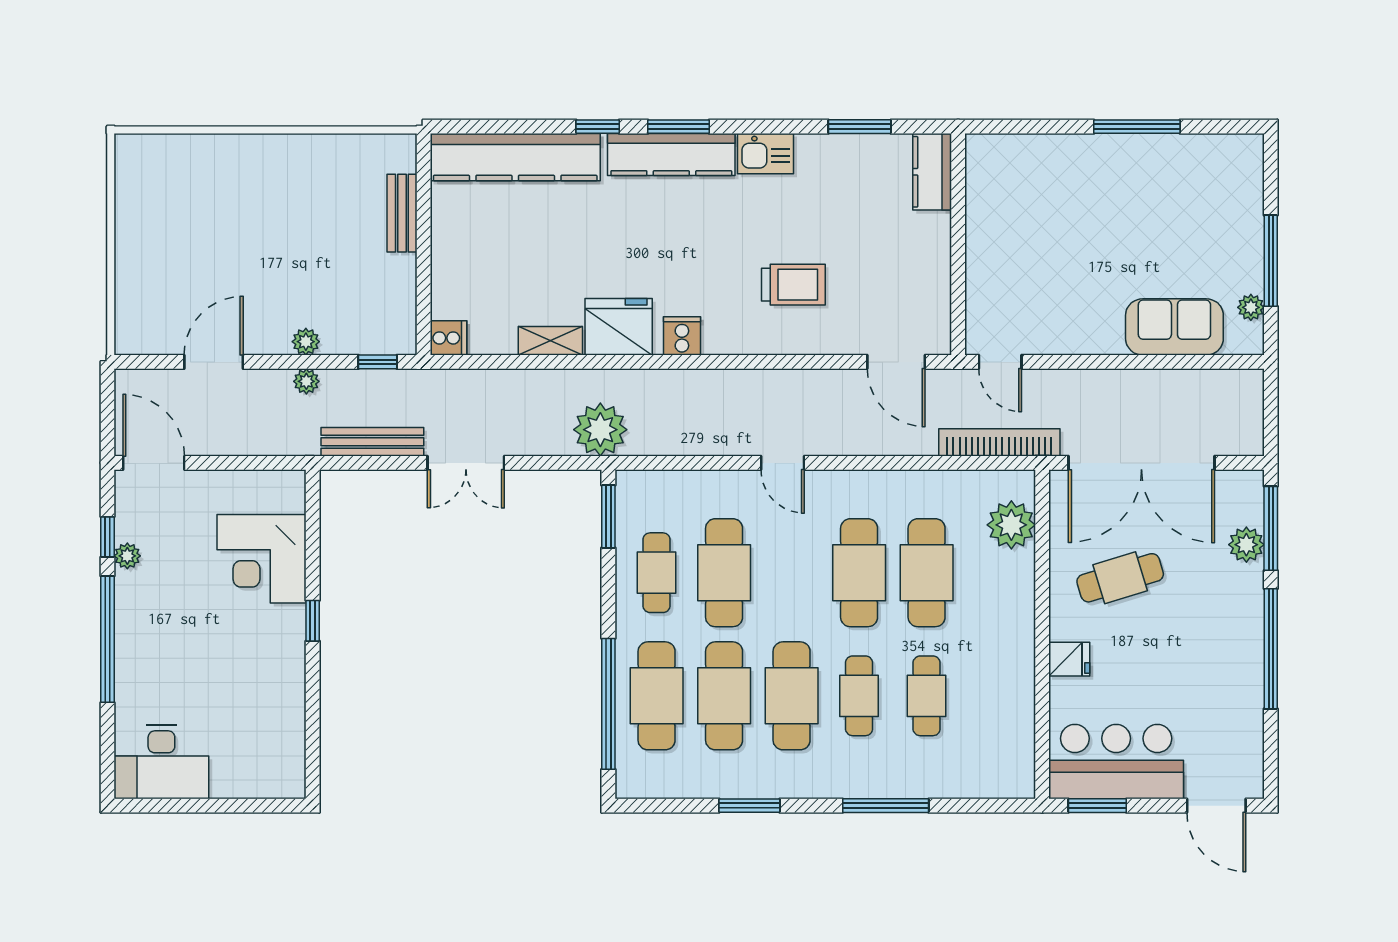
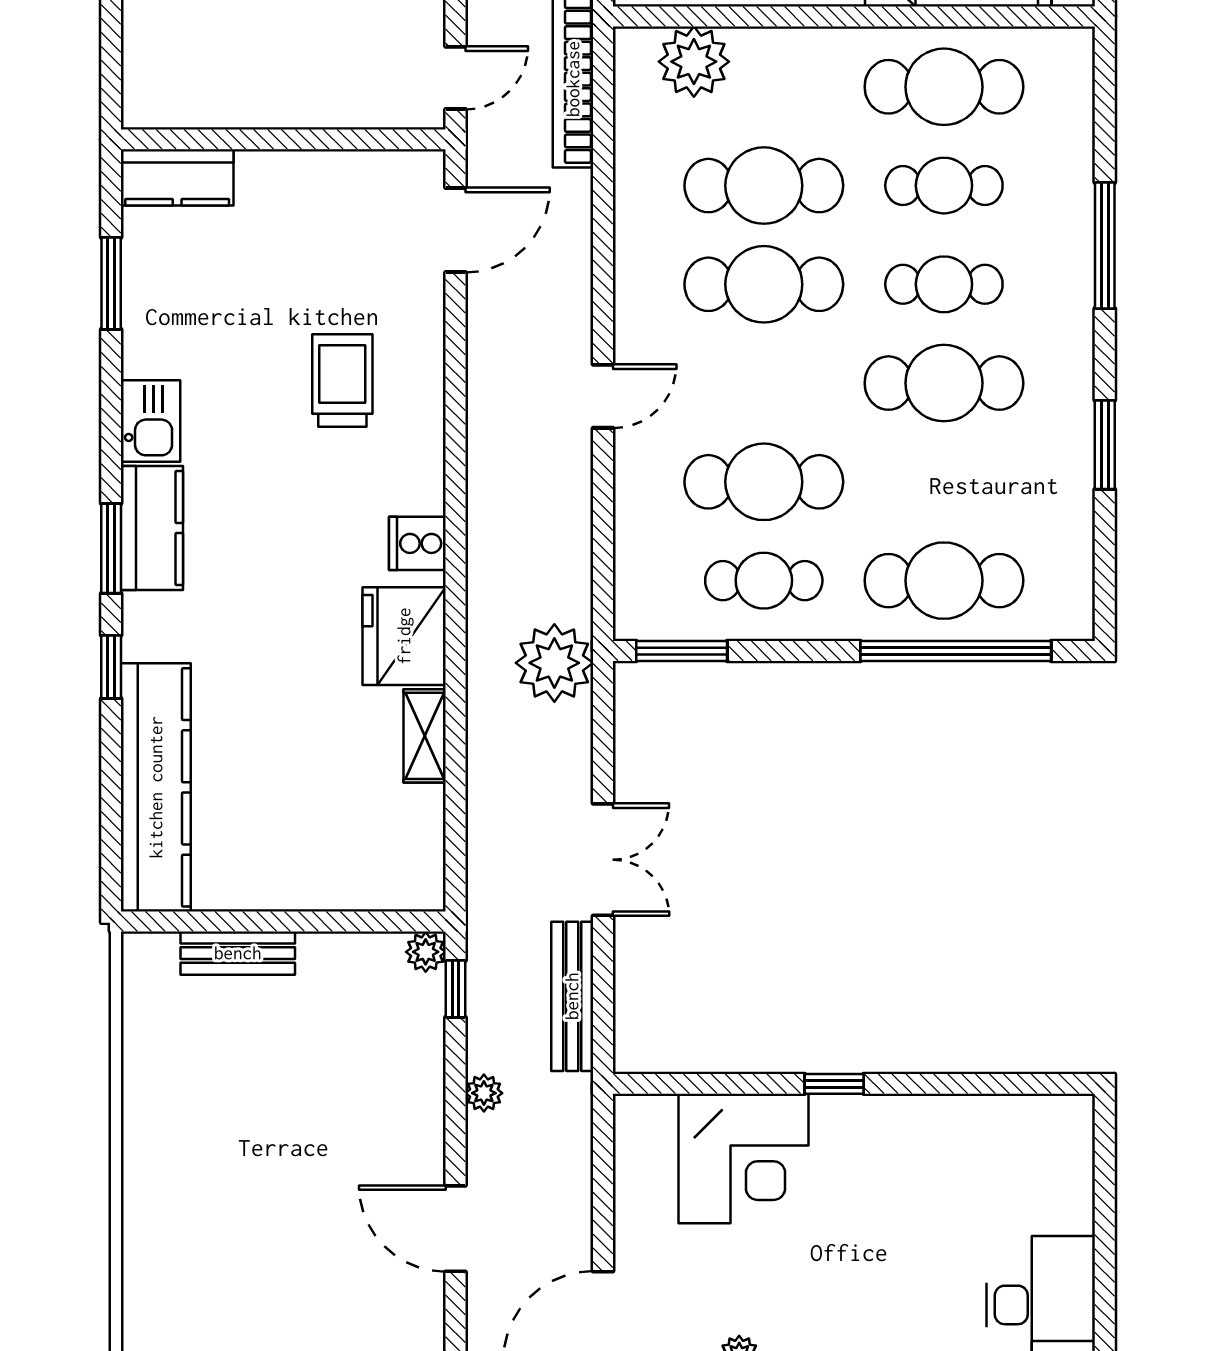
kitchen counter: (671, 155) -> (152, 528), width x0.67
cooker: (448, 338) -> (420, 885), removed
plant: (306, 342) -> (426, 952), moved
cafe table: (724, 696) -> (944, 87), moved

